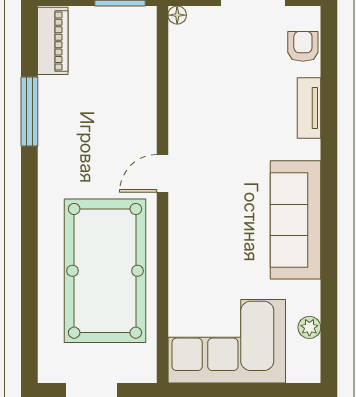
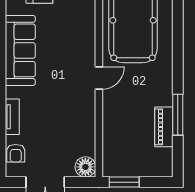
floor lamp: (177, 15) -> (85, 167), width x1.89, depth x1.89
piano: (53, 41) -> (164, 127), moved

